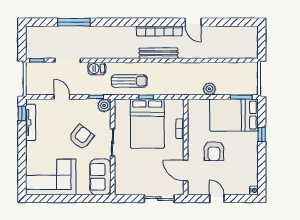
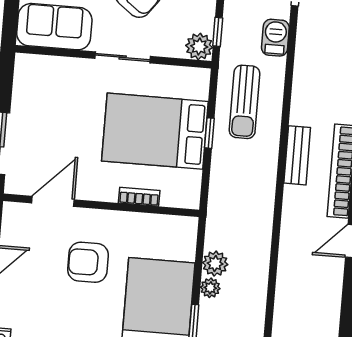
bench: (159, 53) -> (297, 155), width x0.73
plant: (221, 90) -> (210, 288), added

